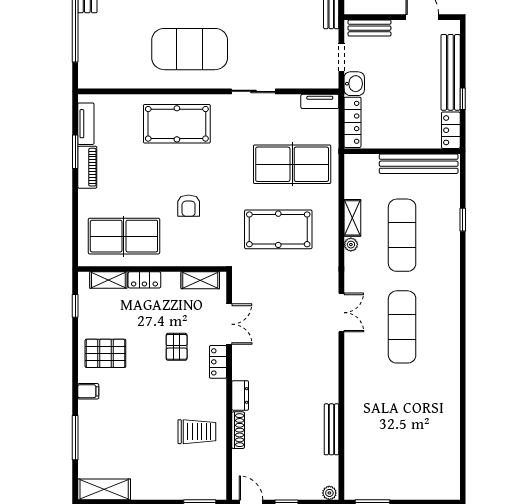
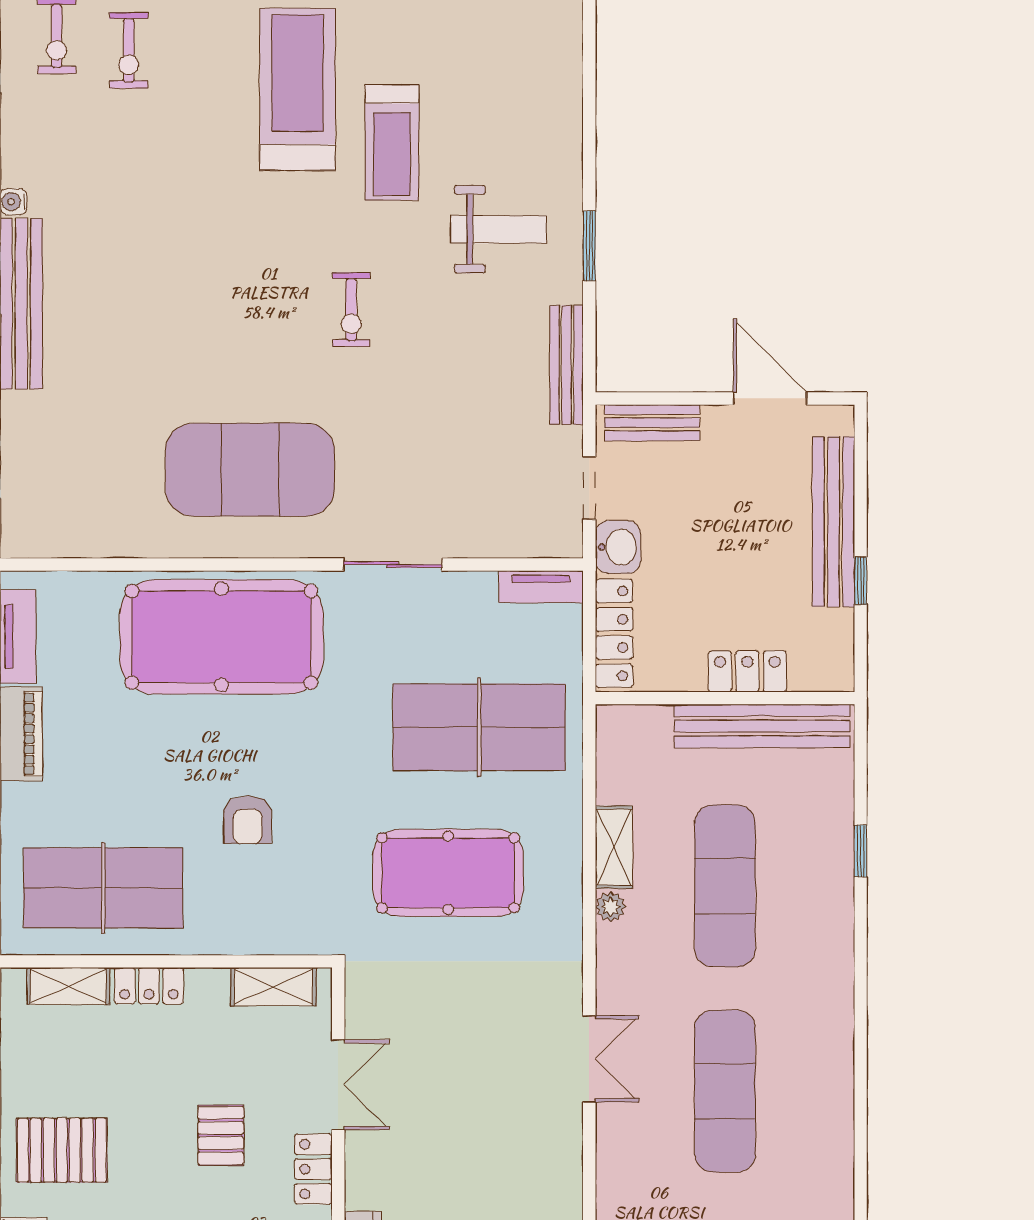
pool table: (177, 124) -> (221, 637), width x1.36, depth x1.32
locker: (451, 130) -> (747, 671), moved, turned 90

